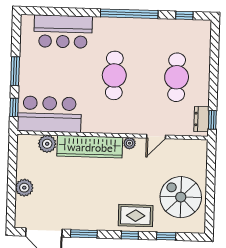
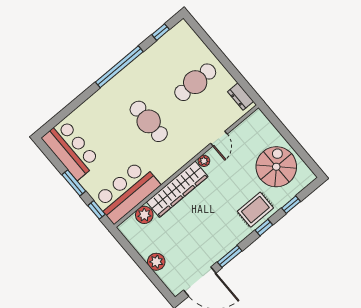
bar counter: (63, 32) -> (71, 149), moved, turned -90
cafe table: (177, 77) -> (195, 82), turned 90
window: (212, 120) -> (249, 90), removed
spiral stairs: (181, 197) -> (276, 167), turned 90

